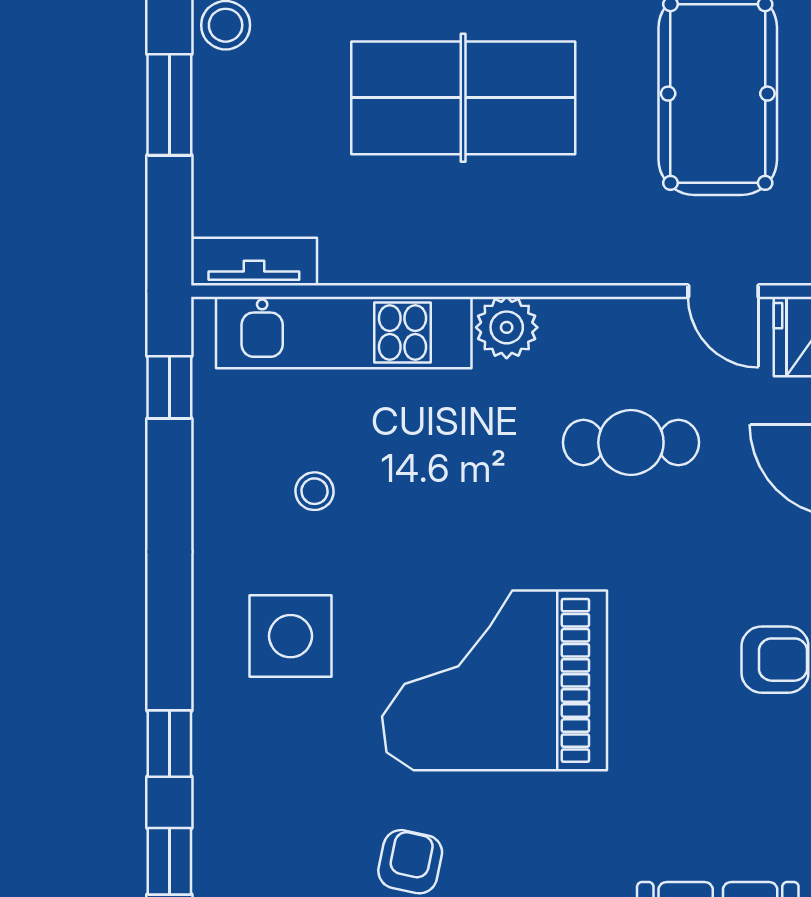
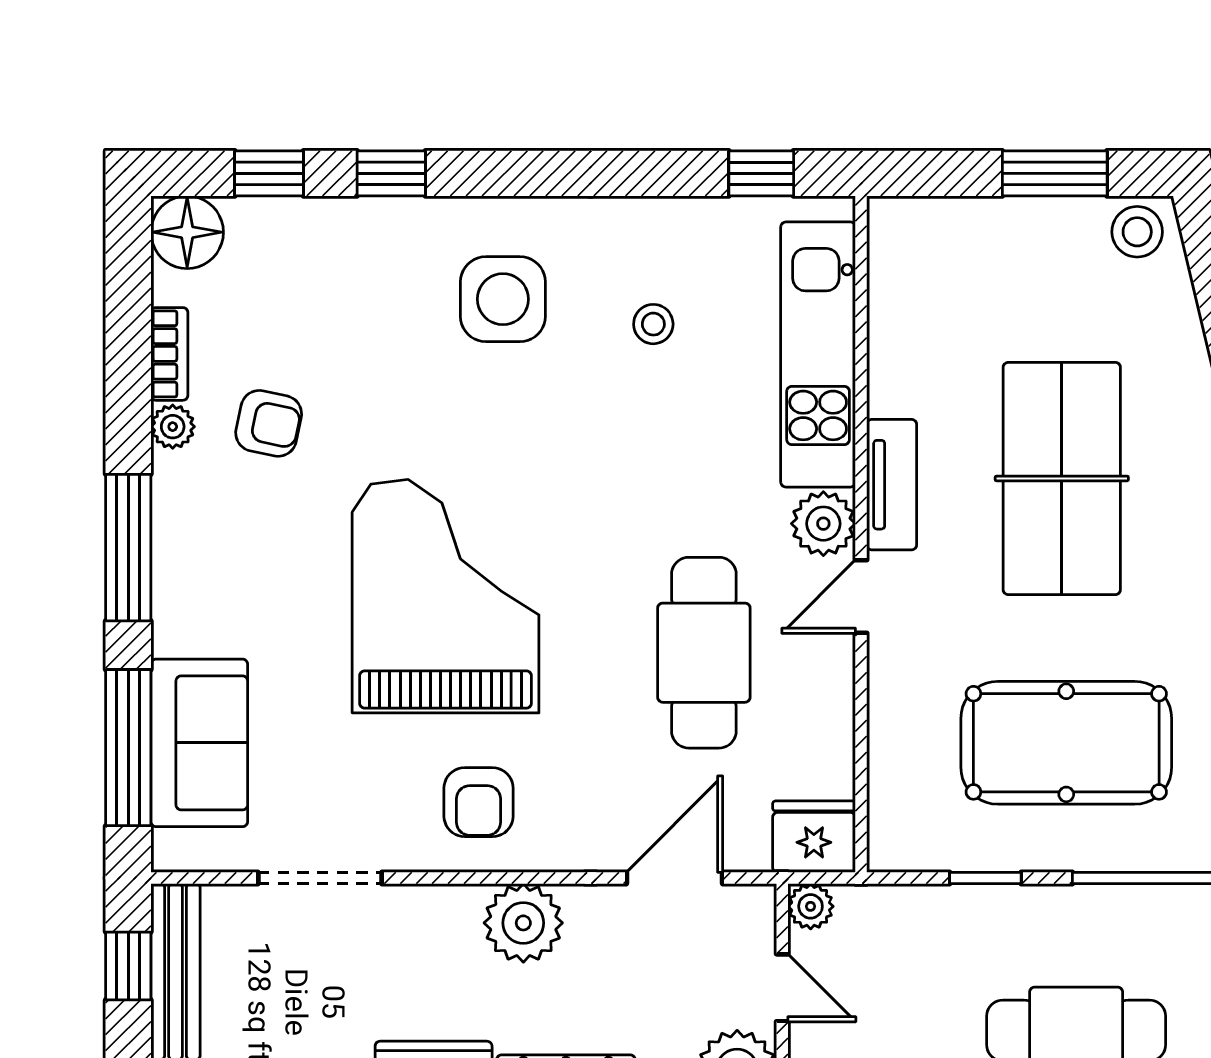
tv unit: (254, 262) -> (892, 485), moved
door: (723, 291) -> (861, 596), moved
cafe table: (631, 443) -> (704, 653), width x1.37, depth x1.35
grand piano: (494, 680) -> (446, 596), moved

